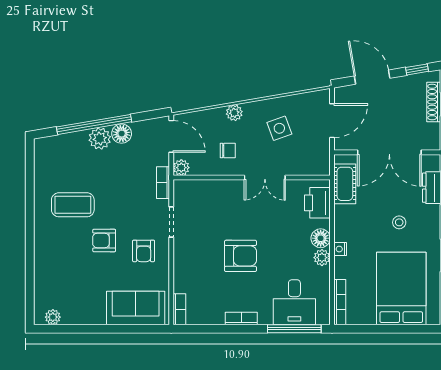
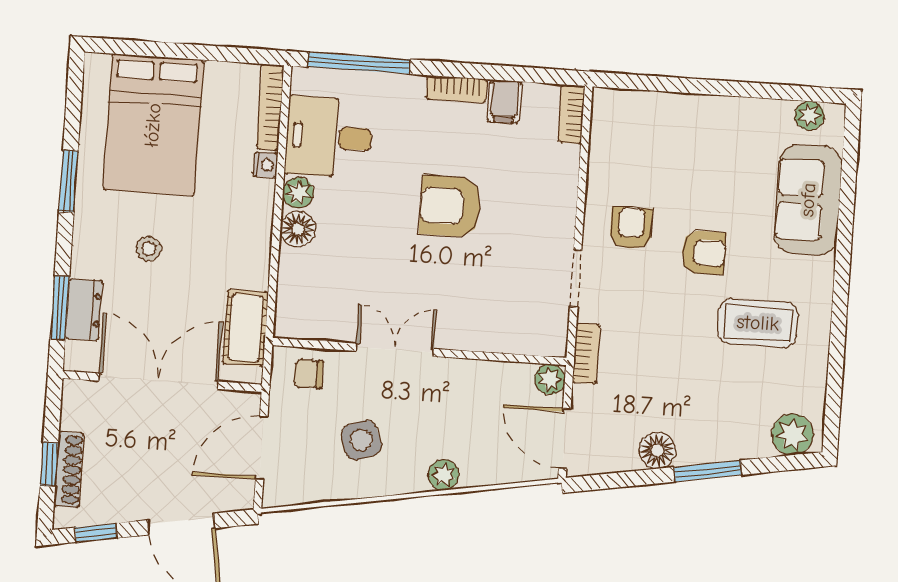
window: (94, 124) -> (708, 471), width x0.47
plant: (100, 139) -> (792, 434), moved
chair: (228, 151) -> (308, 374), moved
printer: (317, 203) -> (299, 296), removed
nightstand: (340, 249) -> (265, 165), moved
desk: (294, 302) -> (329, 137), moved, turned -90
sofa: (136, 308) -> (808, 200), moved, turned 90
filing cabinet: (215, 314) -> (504, 101), added

